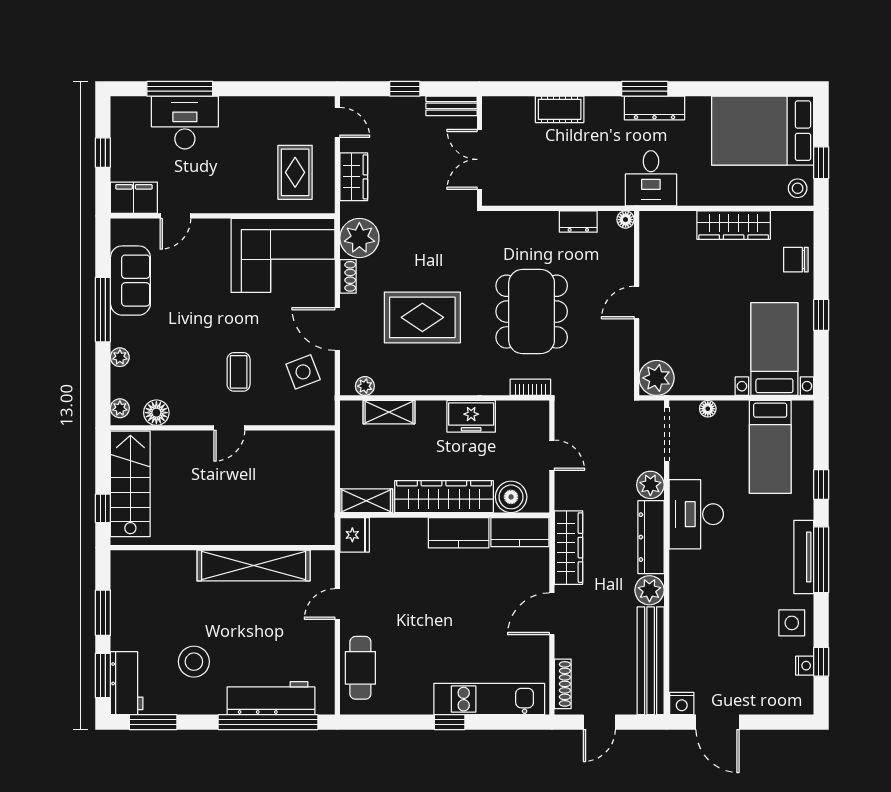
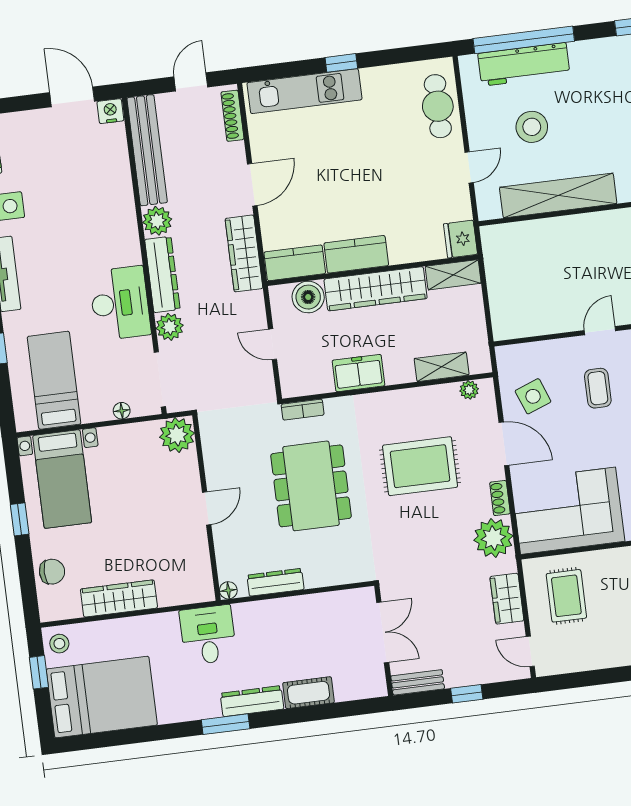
dresser: (654, 108) -> (252, 701), moved
dresser: (578, 222) -> (276, 582), width x1.44
stool: (194, 662) -> (532, 127), moved

